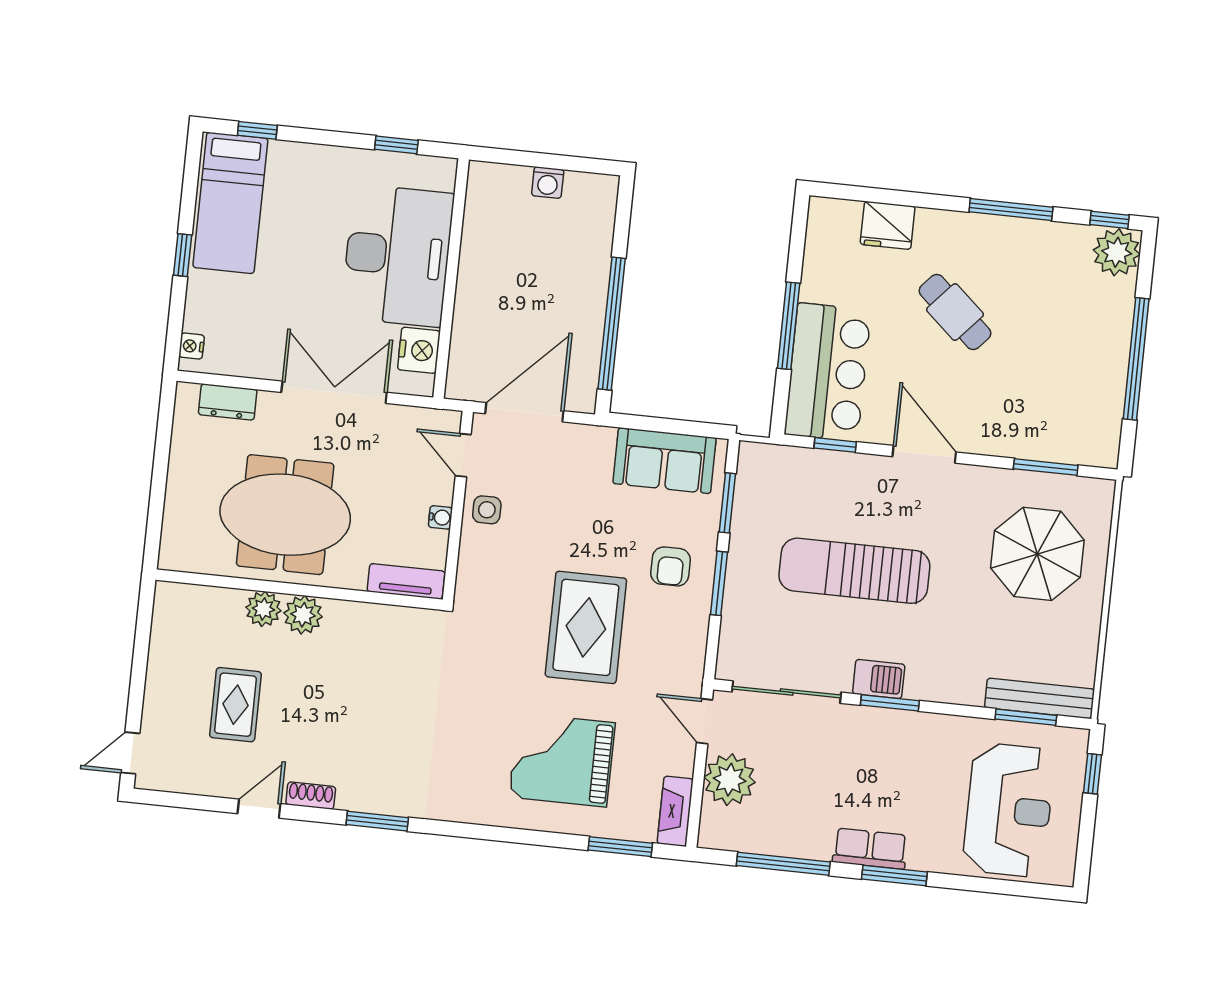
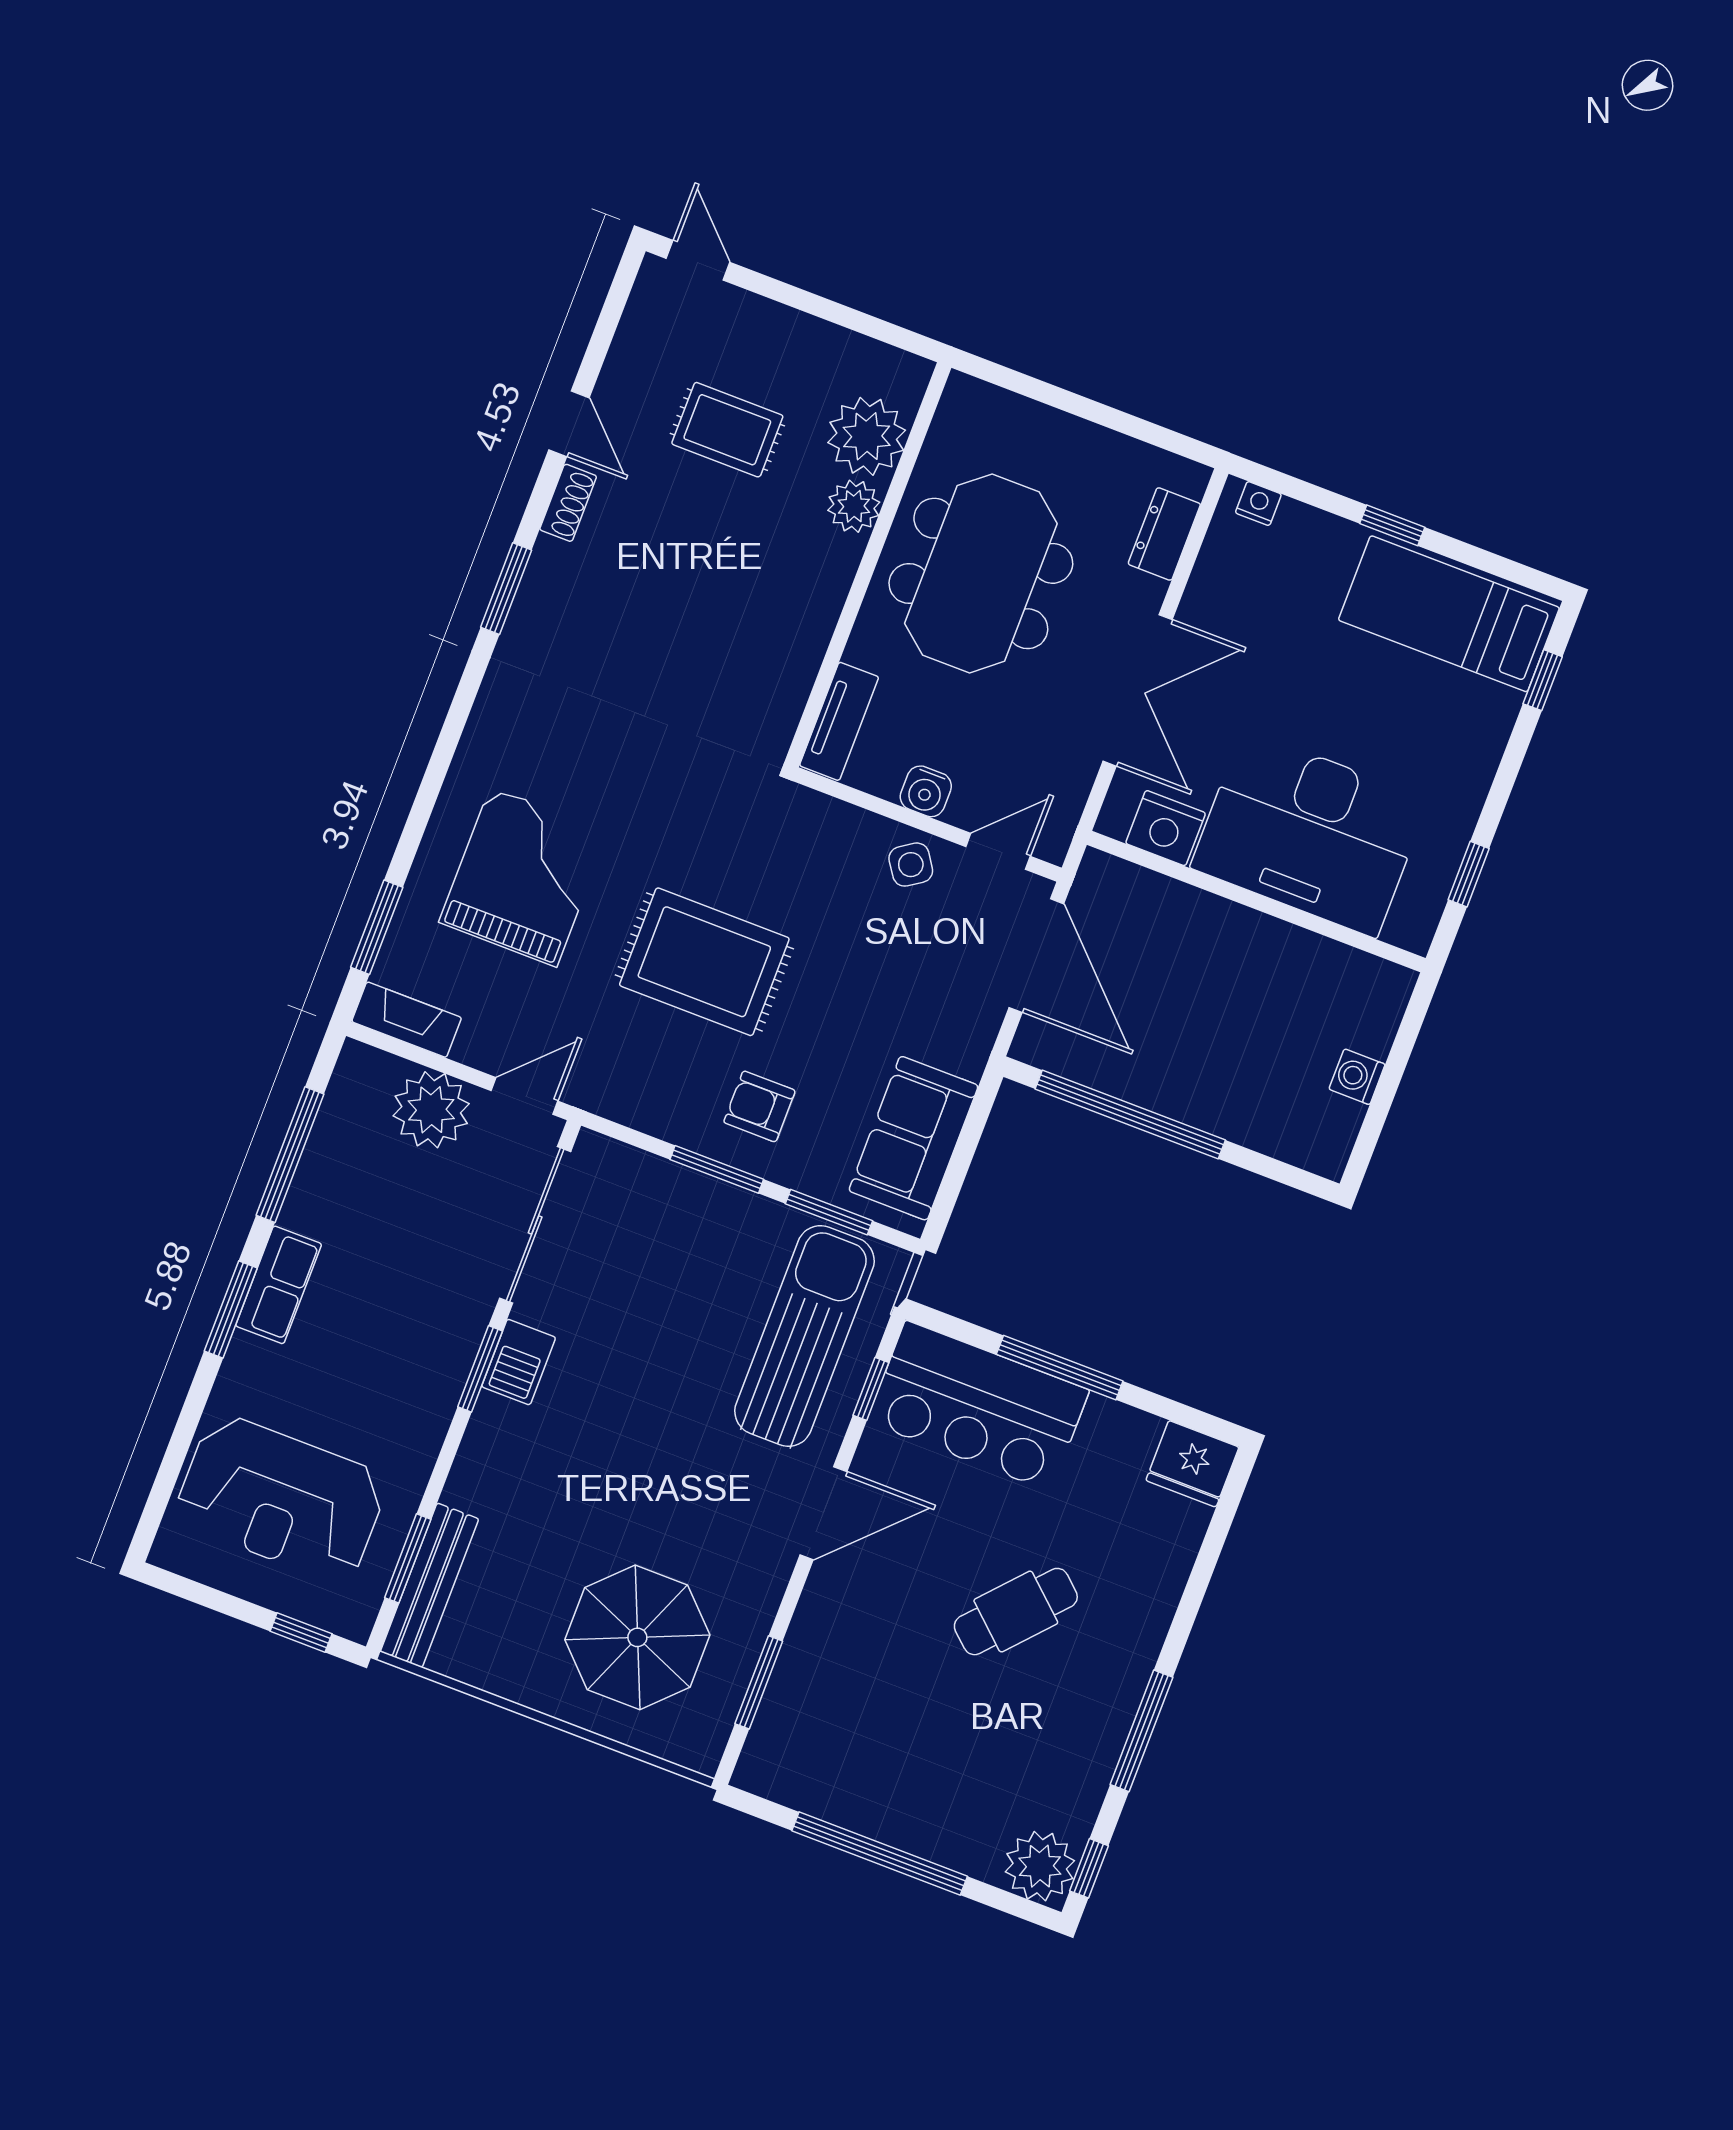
fridge: (888, 225) -> (1192, 1464), moved, turned -90
side table: (487, 510) -> (911, 865), turned -34
water cooler: (440, 517) -> (926, 791), width x1.38, depth x1.38
sun lounger: (854, 571) -> (804, 1336), moved
plant: (303, 615) -> (867, 436), moved, width x1.36, depth x1.36

